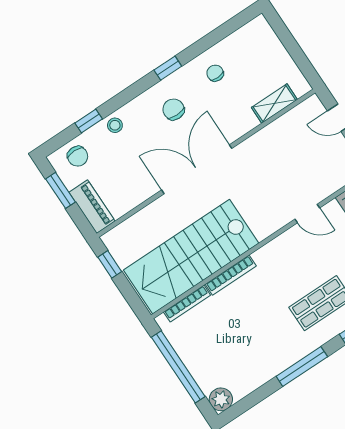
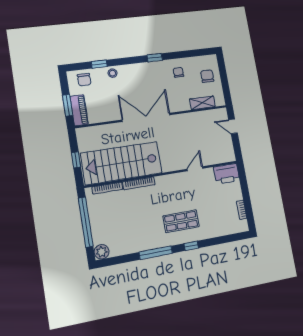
chair: (174, 109) -> (207, 76), moved
window: (61, 190) -> (68, 105), moved
door: (307, 214) -> (195, 169), swing flipped
window: (110, 264) -> (76, 160), moved

